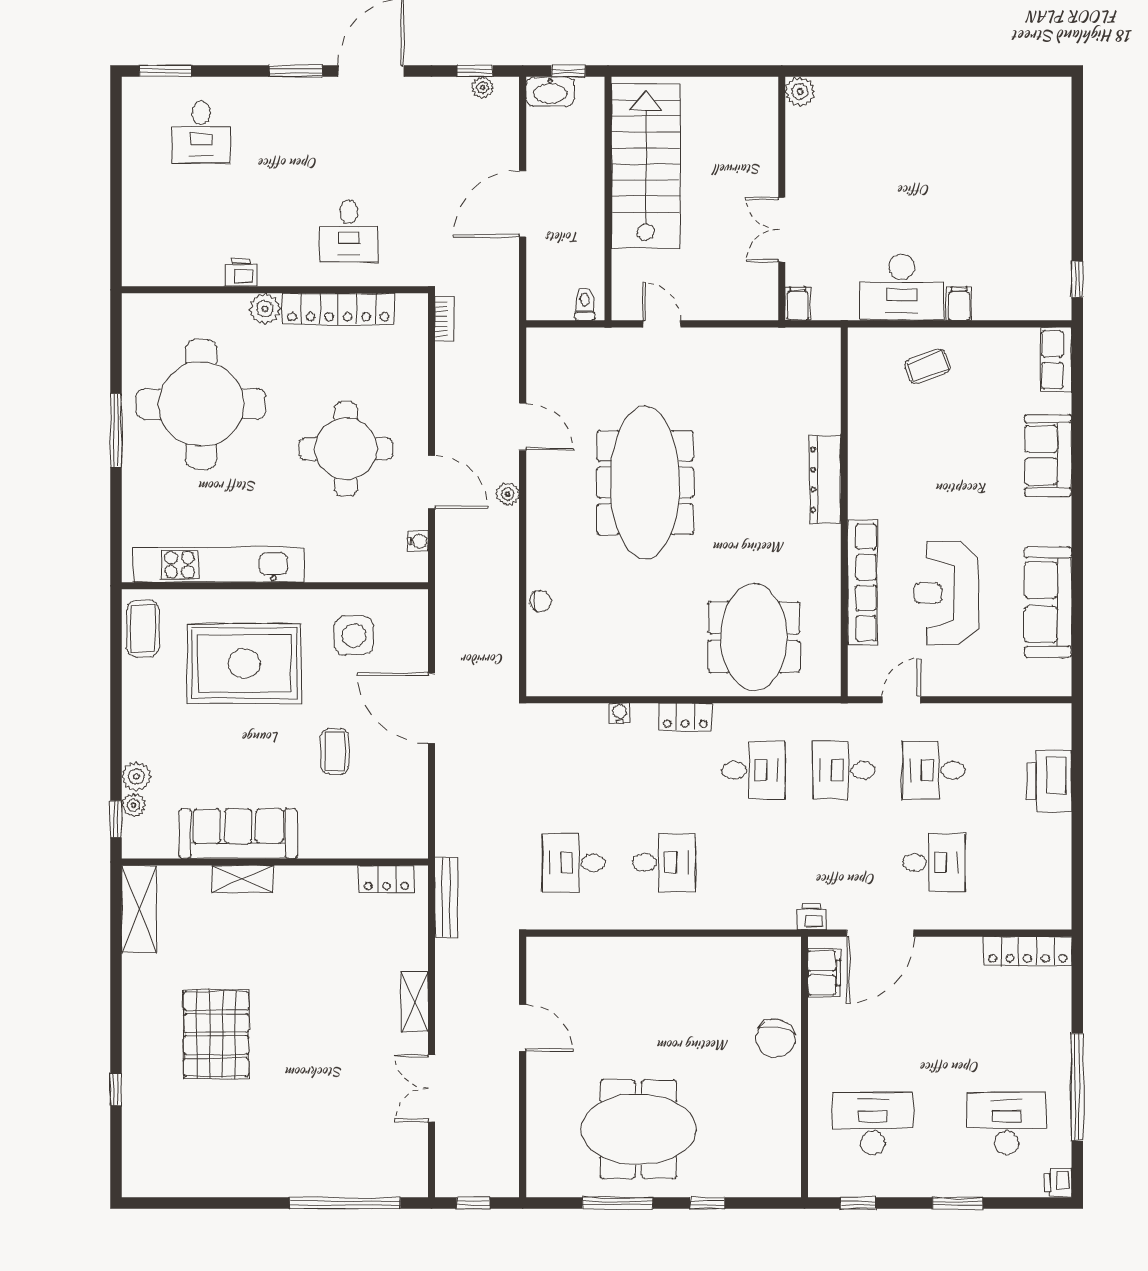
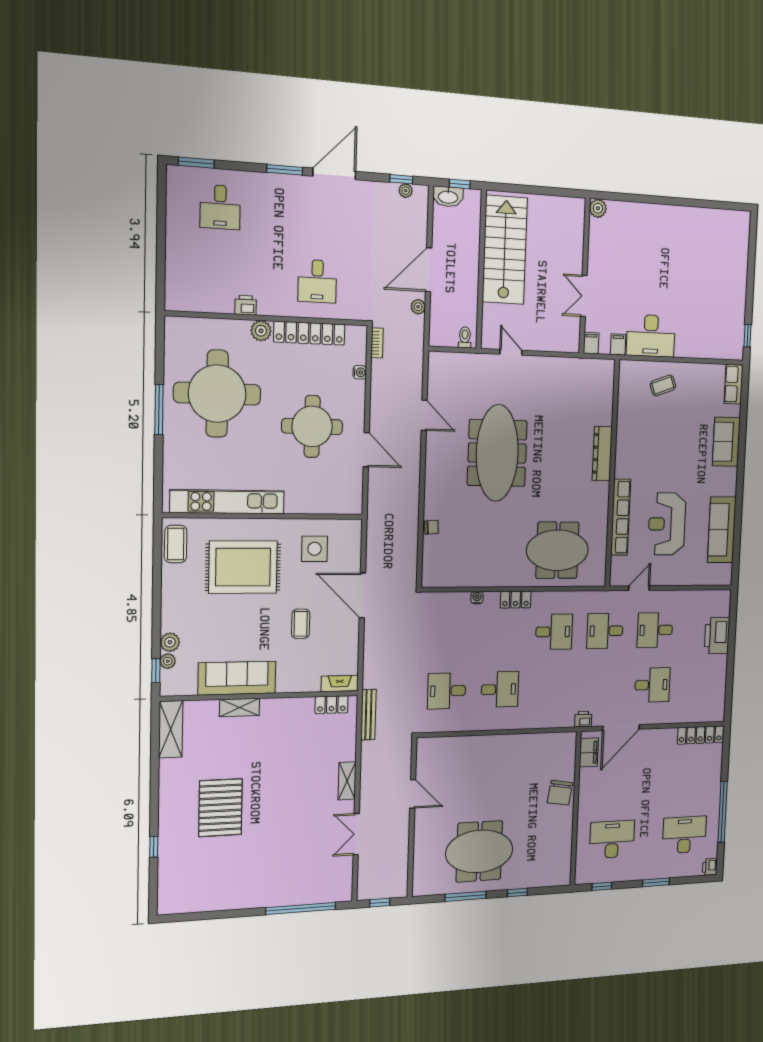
filing cabinet: (959, 304) -> (618, 344), moved
plant: (508, 494) -> (418, 307), moved
water cooler: (418, 541) -> (360, 372), moved
meeting table: (754, 637) -> (557, 550), turned 90
fireplace: (399, 846) -> (340, 683), added

